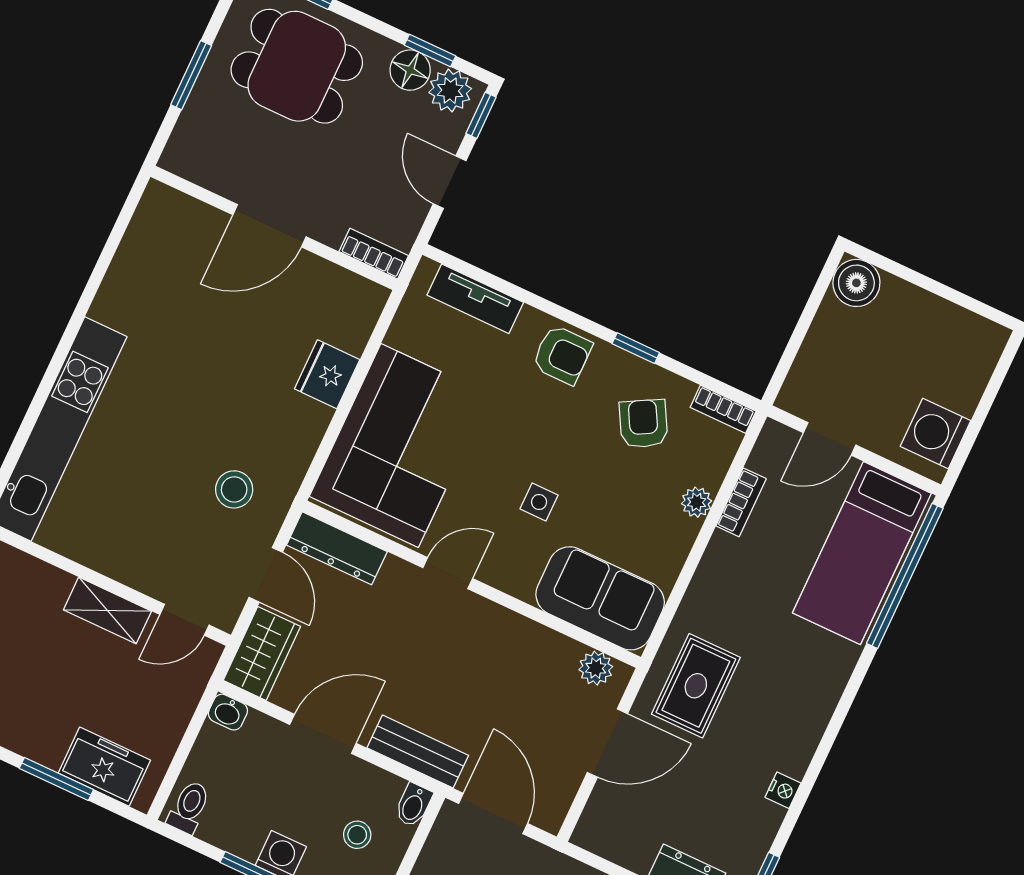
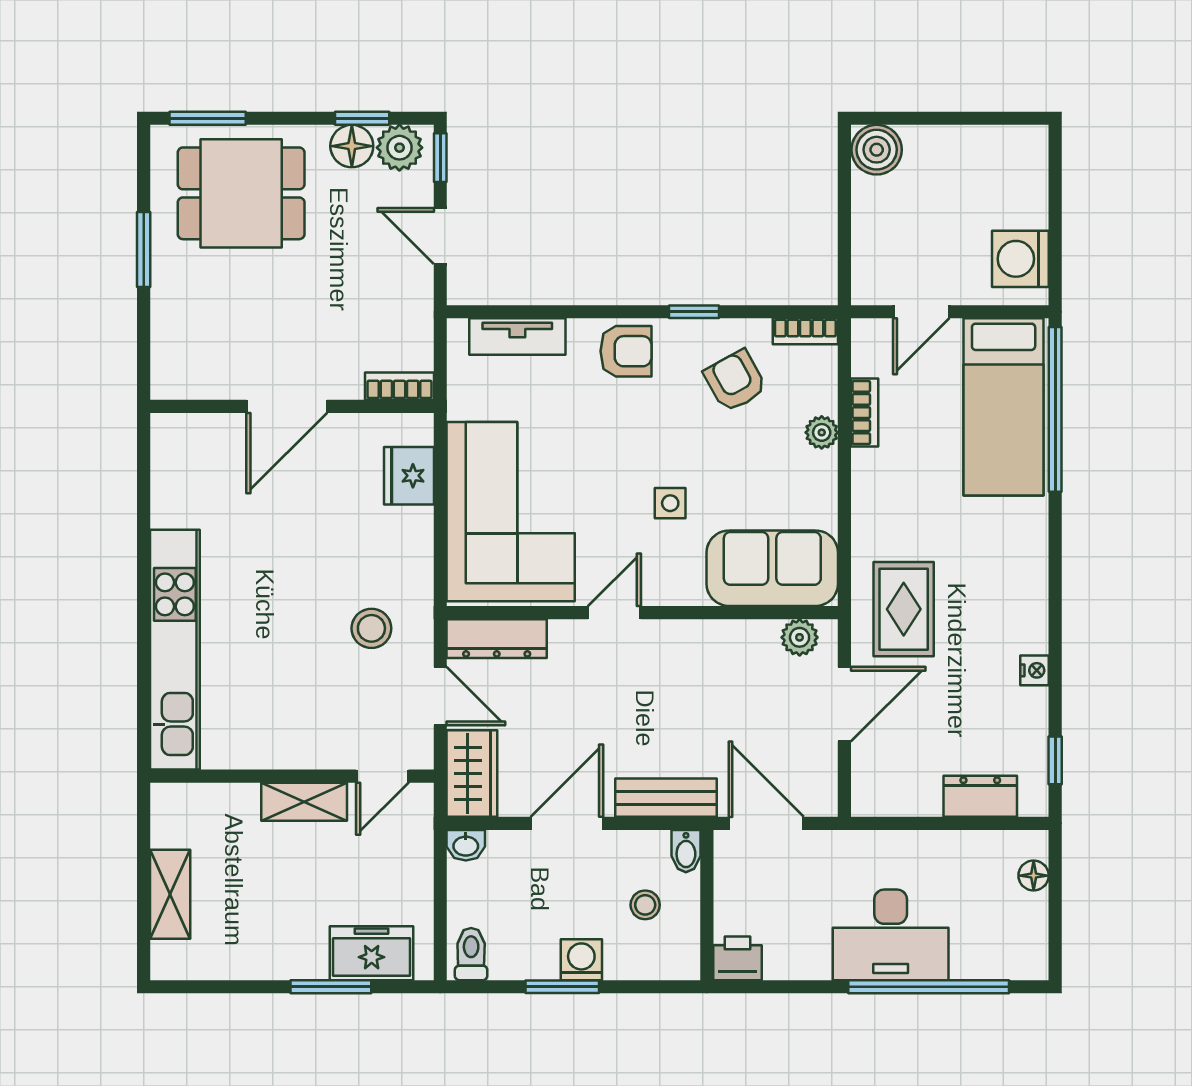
door: (269, 226) -> (287, 406), moved
wall: (274, 228) -> (292, 406), moved
bookcase: (374, 254) -> (399, 386), moved

